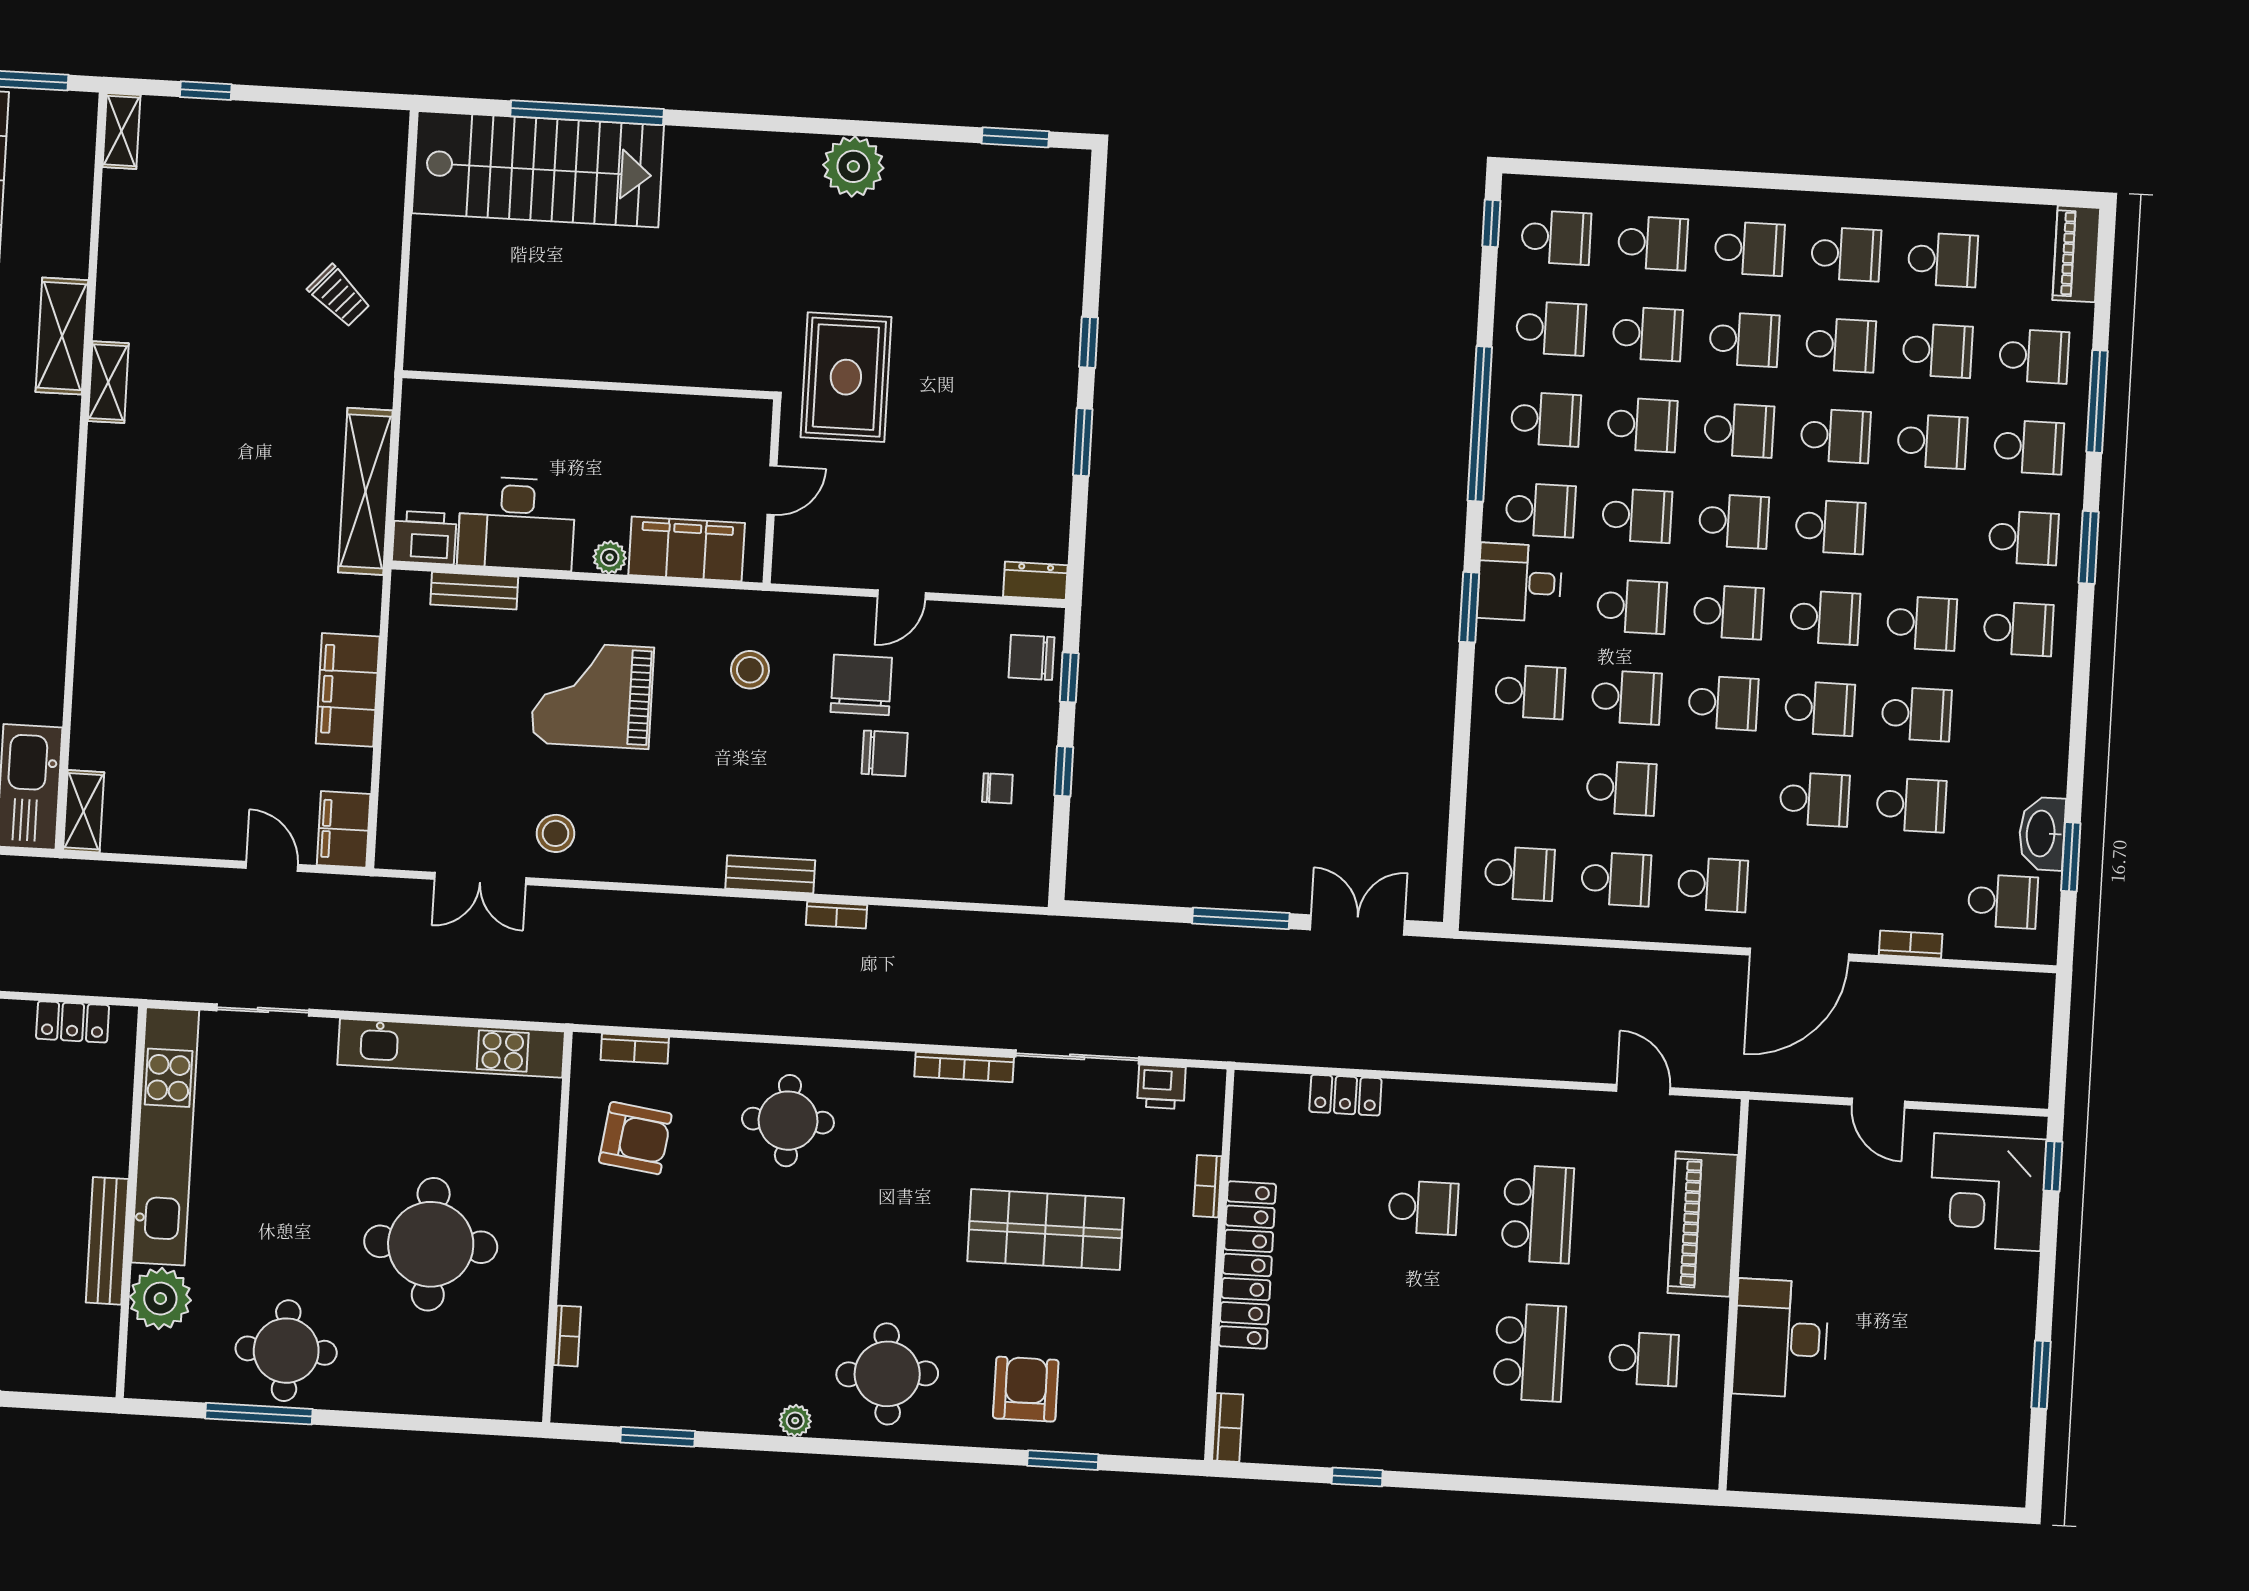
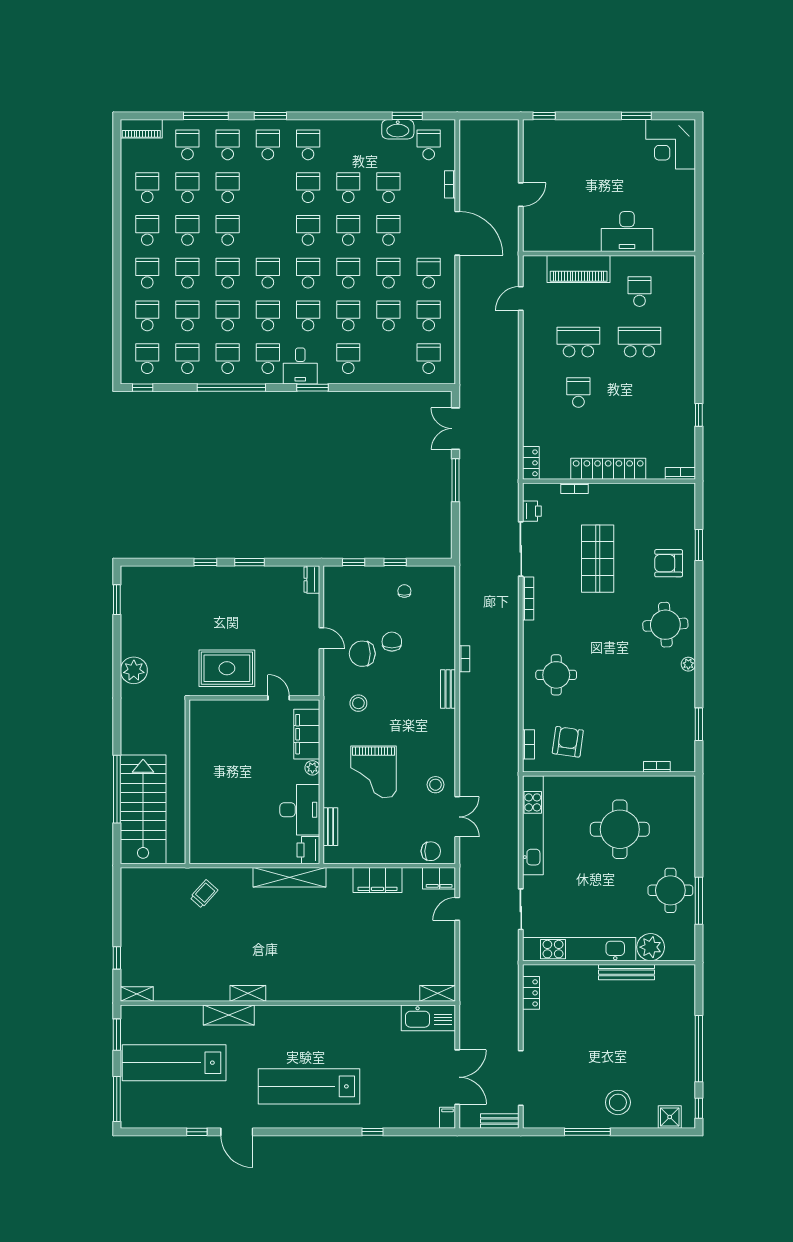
wall: (588, 385) -> (187, 782), moved
school desk: (1830, 527) -> (388, 273), moved
chair: (1031, 657) -> (431, 851), moved, turned -90
locker: (1345, 1095) -> (531, 463), moved
corner desk: (1987, 1192) -> (671, 144), moved, turned 90

